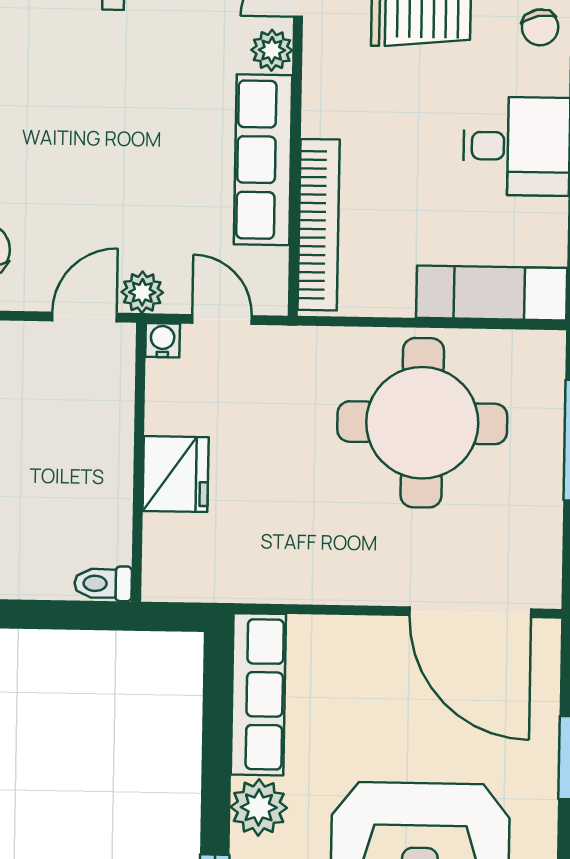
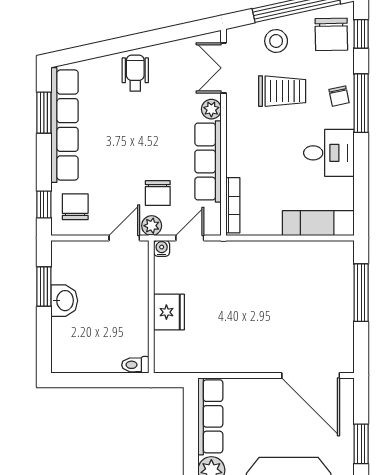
chair: (157, 224) -> (158, 193), added
bookcase: (319, 225) -> (233, 205), width x0.68, depth x0.76
door: (222, 319) -> (190, 238), hinge flipped
round table: (422, 423) -> (286, 286), removed

